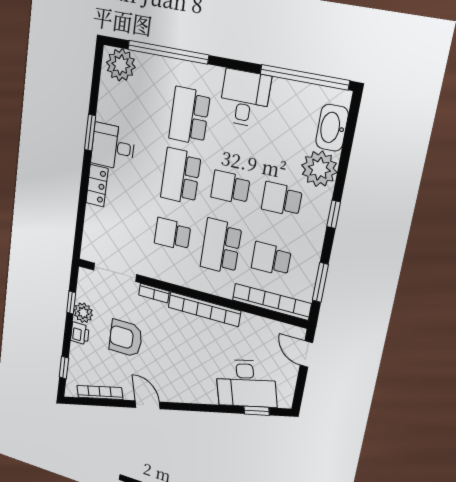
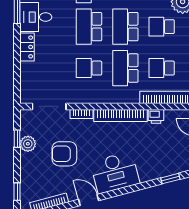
school desk: (230, 187) -> (125, 27), width x1.85
printer: (80, 333) -> (156, 116), moved, turned 90
desk: (246, 383) -> (115, 172), moved

